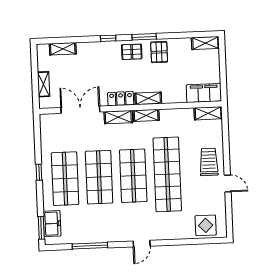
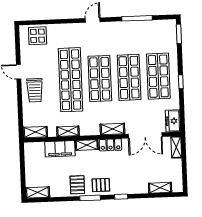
shelving: (44, 84) -> (176, 147), moved
filing cabinet: (204, 93) -> (60, 149), moved
shelving: (146, 115) -> (68, 131), moved
freezer: (52, 224) -> (173, 121), moved

